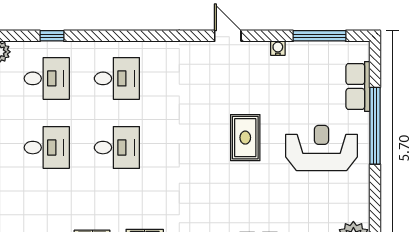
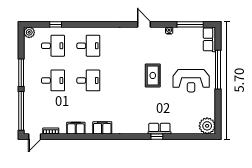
row of seats: (358, 86) -> (209, 39), moved
reception desk: (321, 148) -> (191, 81), turned 180

